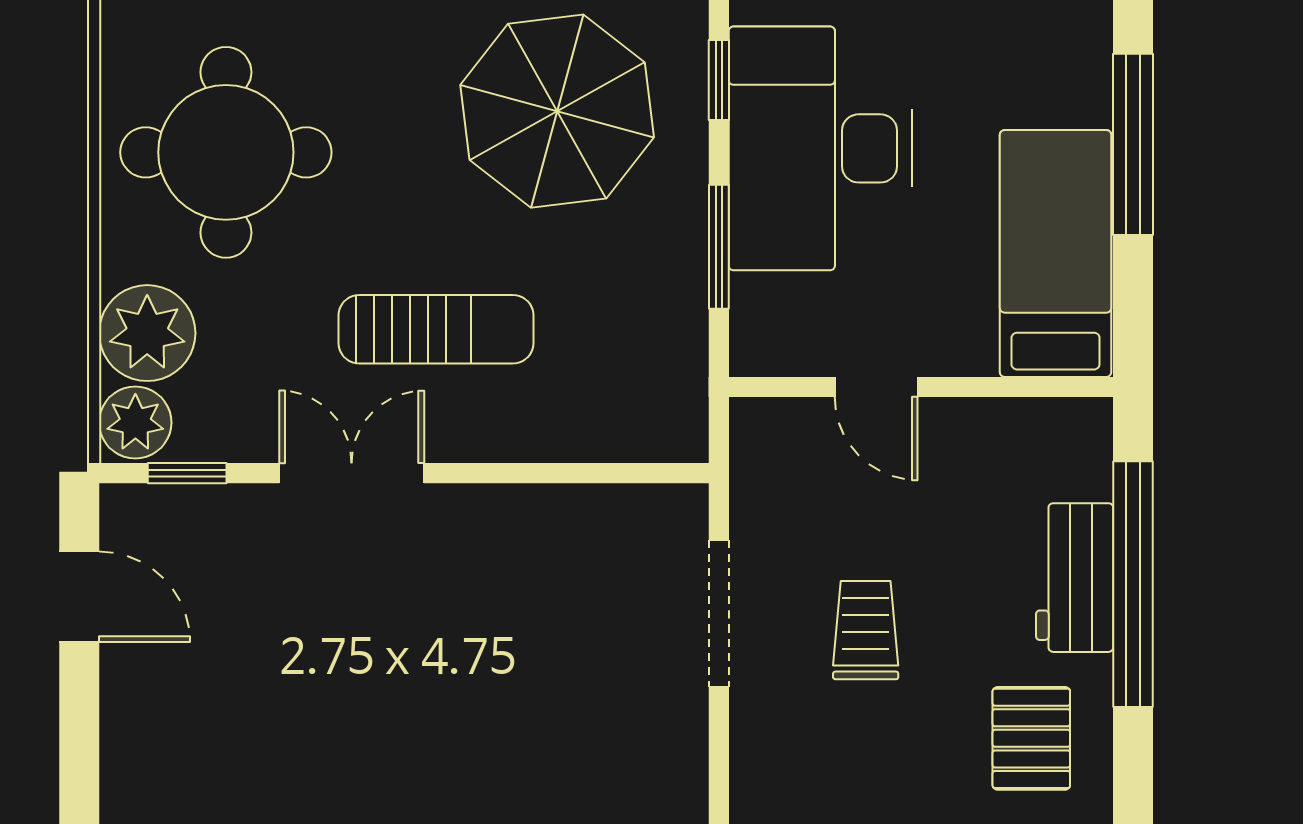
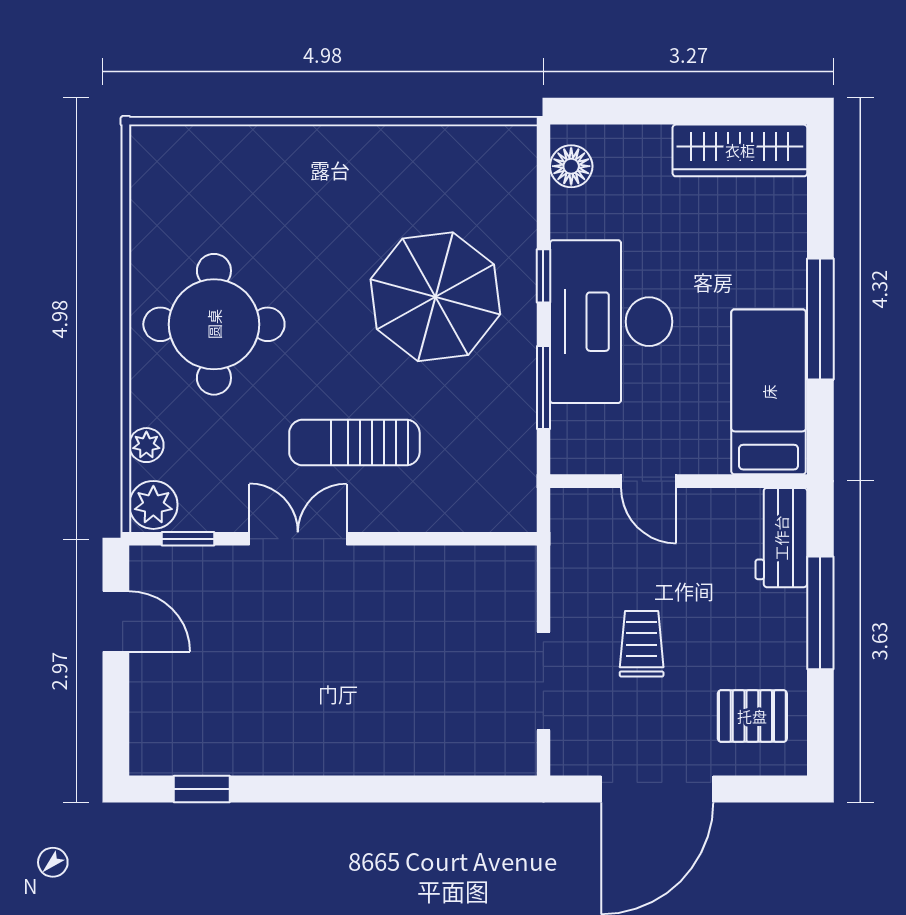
sun lounger: (436, 329) -> (354, 443), turned 180
plant: (147, 333) -> (146, 445), width x0.53, depth x0.53
workbench: (1075, 578) -> (781, 538), moved
window: (1133, 584) -> (820, 613), width x0.68
doorway: (719, 613) -> (543, 681), moved
pallet: (1031, 738) -> (752, 716), turned 90

